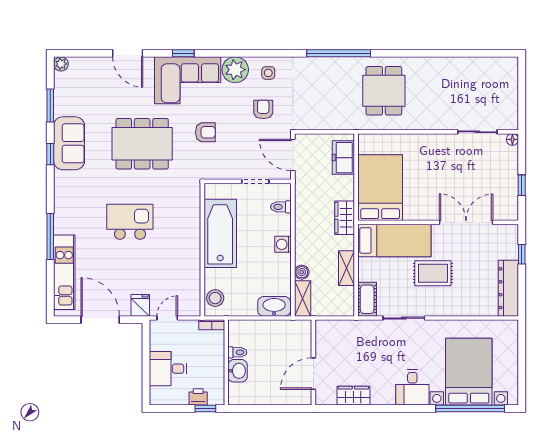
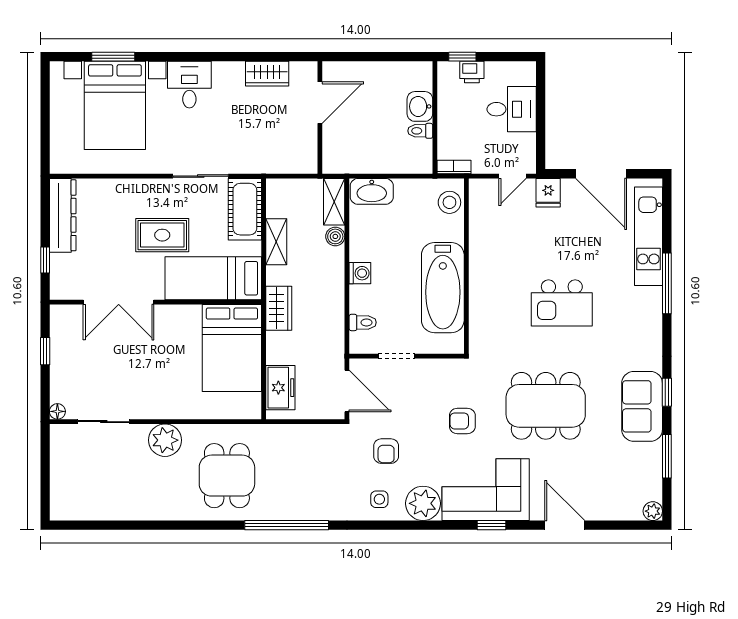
plant: (431, 118) -> (165, 440), added
cot: (367, 299) -> (245, 209), width x1.37, depth x1.34
window: (470, 409) -> (113, 57), width x0.47

